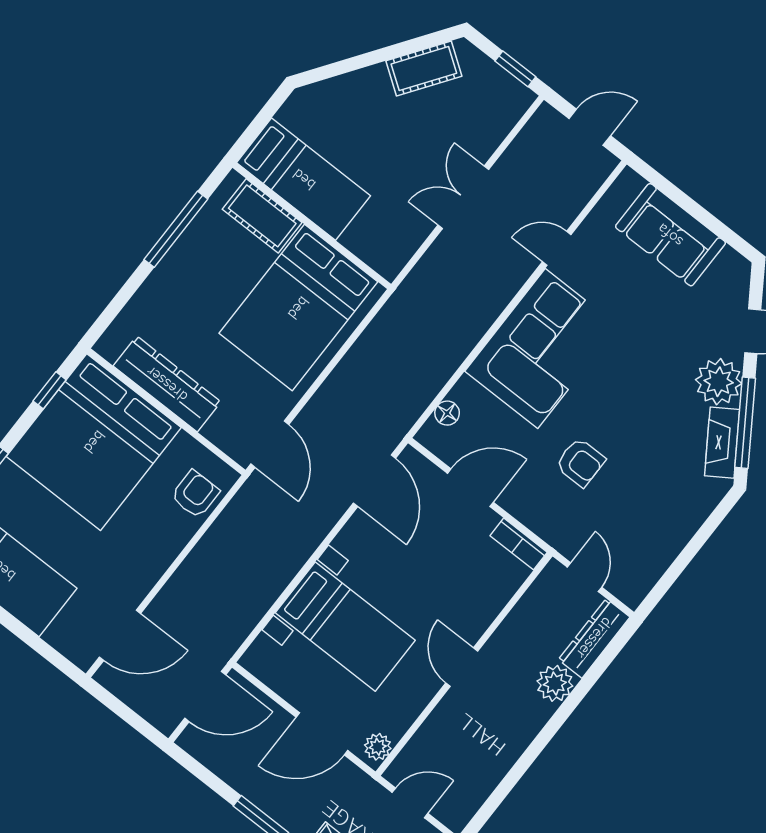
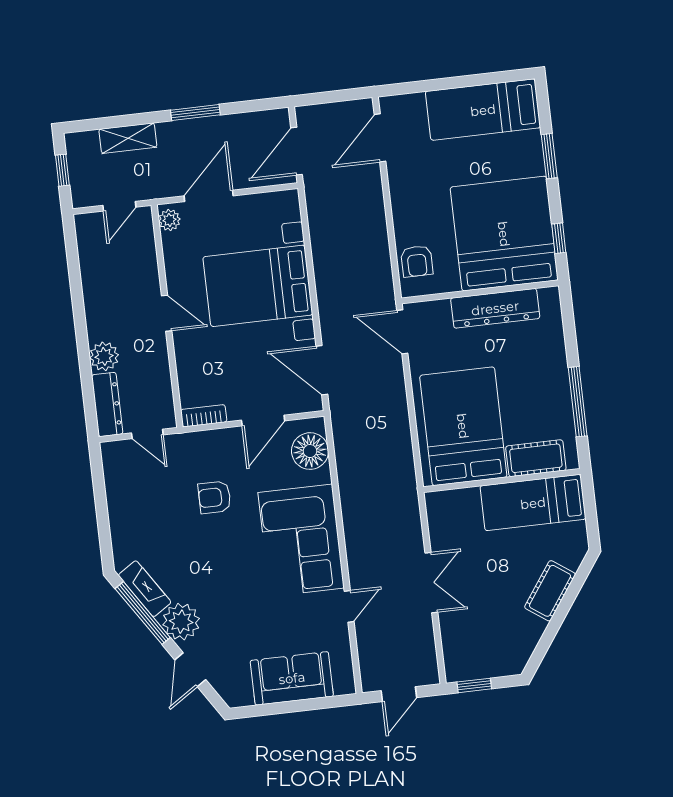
cot: (424, 69) -> (550, 591), moved
floor lamp: (447, 413) -> (310, 451), width x1.89, depth x1.89
bed with nightstands: (345, 627) -> (258, 286), width x1.36

